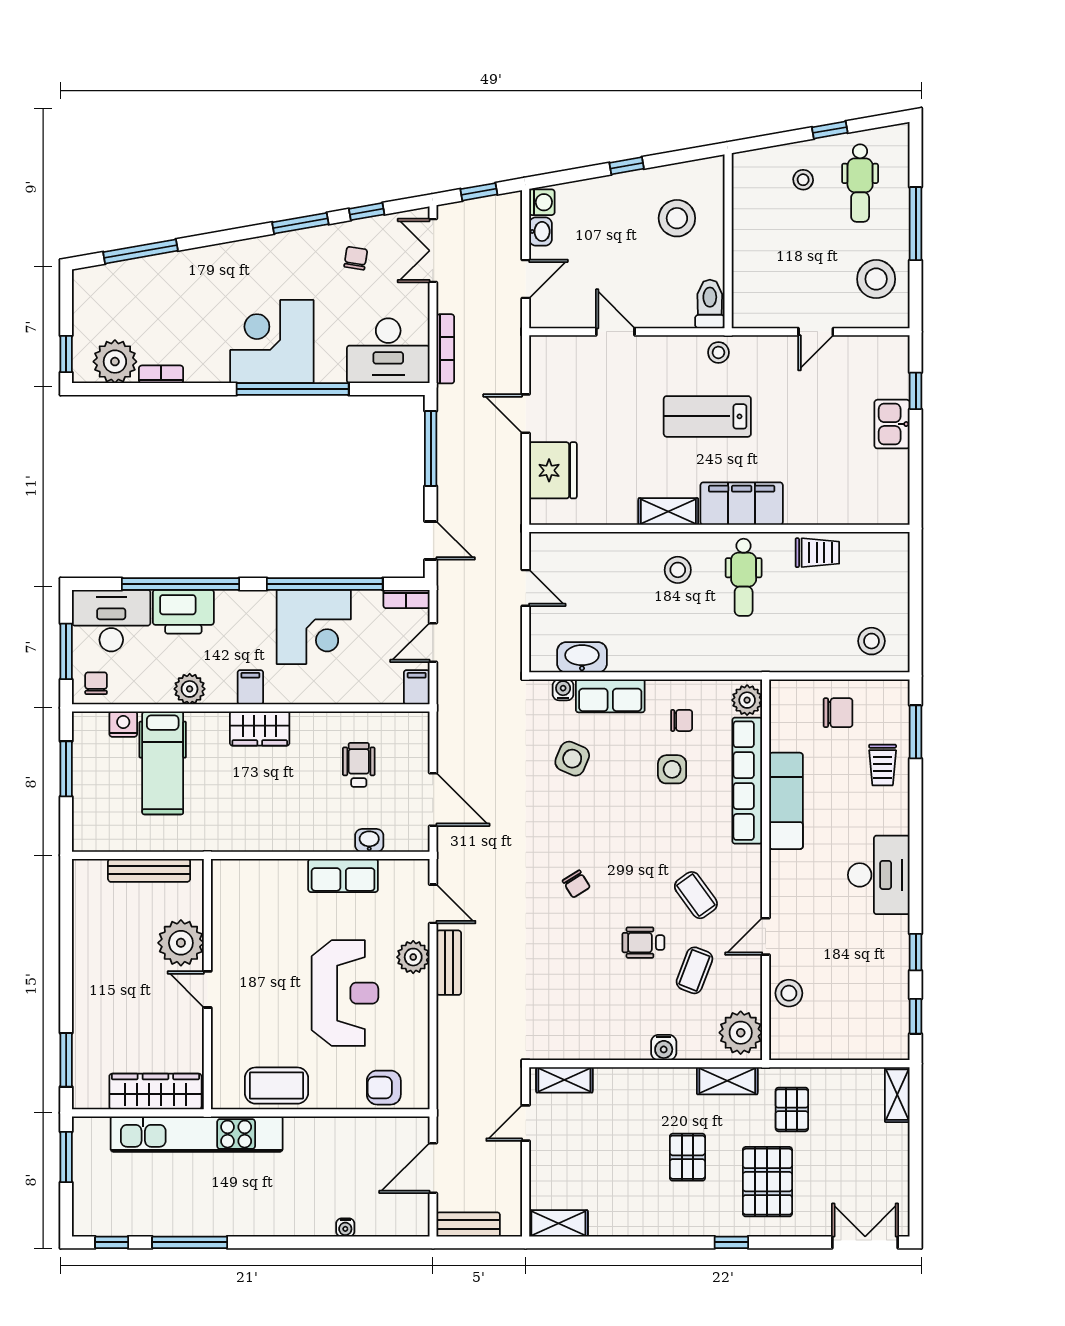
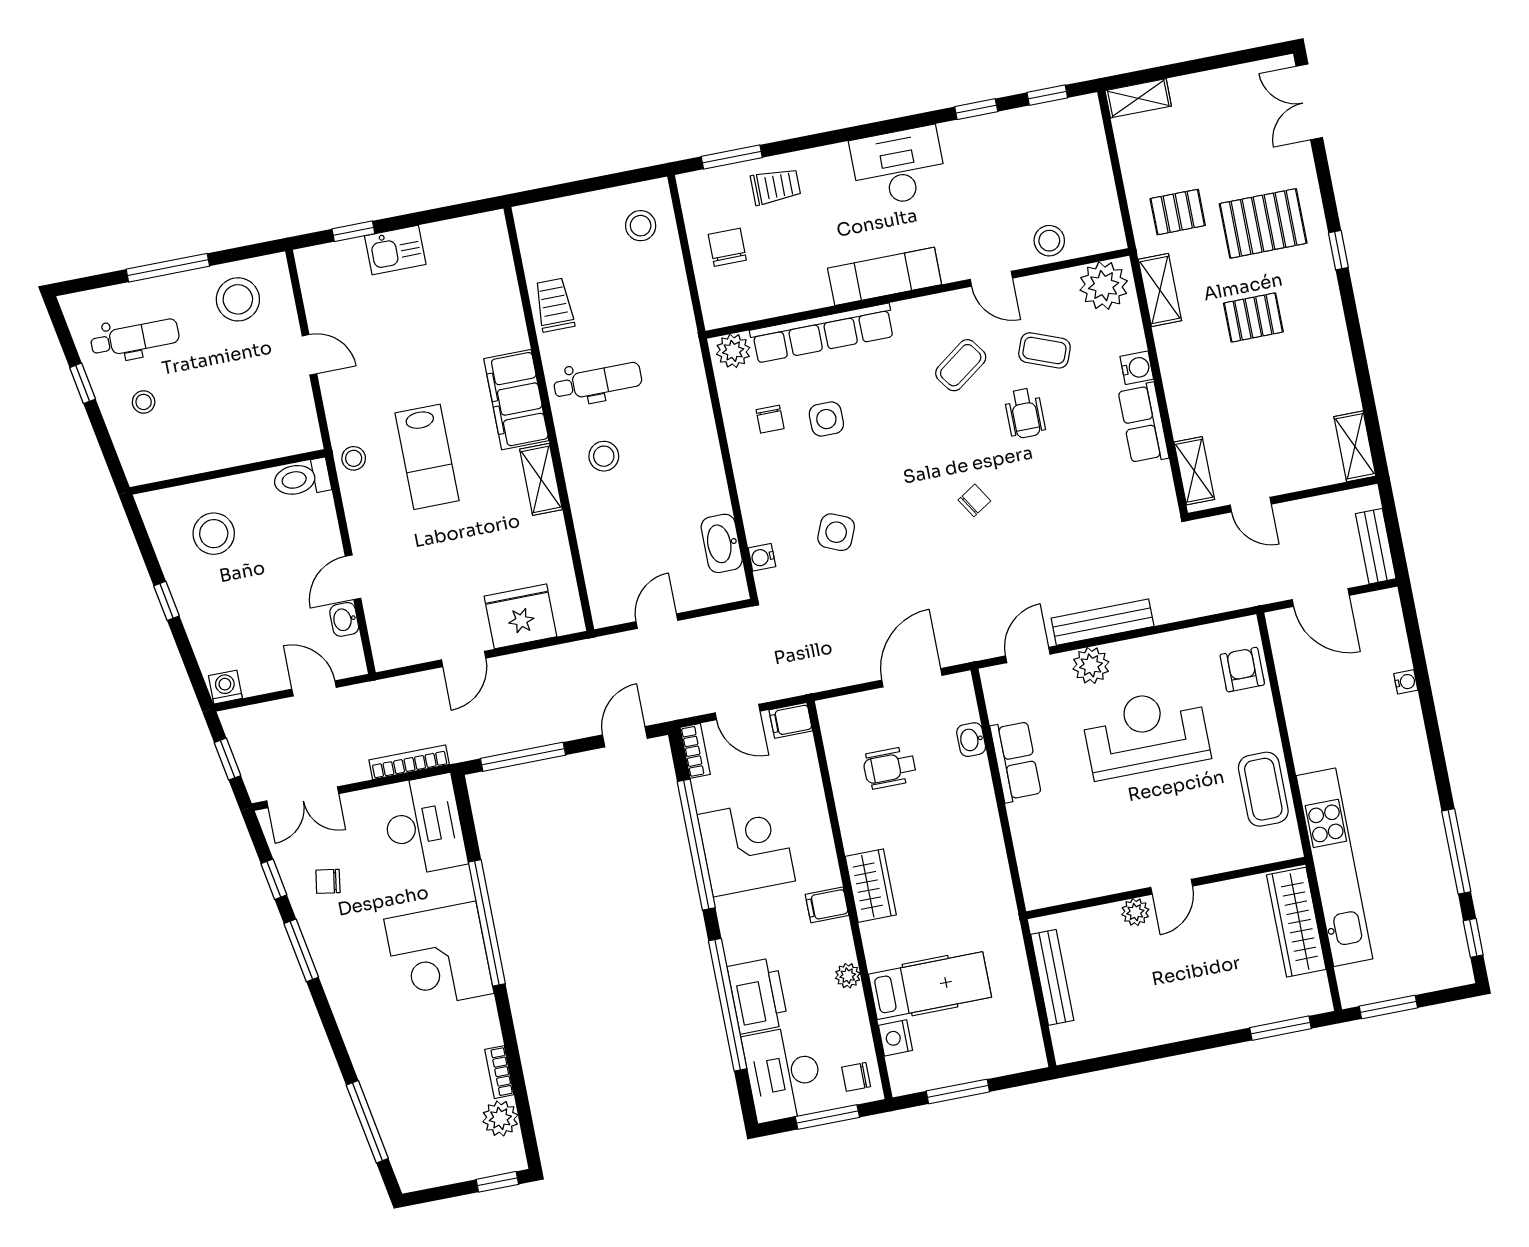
washbasin: (540, 231) -> (344, 619), moved, turned -90
plant: (115, 362) -> (500, 1118), width x0.73, depth x0.73
plant: (190, 689) -> (848, 976), width x0.73, depth x0.73
row of seats: (610, 696) -> (1143, 423), moved, turned 180
chair: (682, 720) -> (770, 419), turned 180
exam couch: (786, 801) -> (885, 276), moved
plant: (181, 943) -> (1135, 912), width x0.53, depth x0.53
bench: (449, 963) -> (1103, 622), width x1.36
armchair: (384, 1088) -> (1242, 670), turned 180

